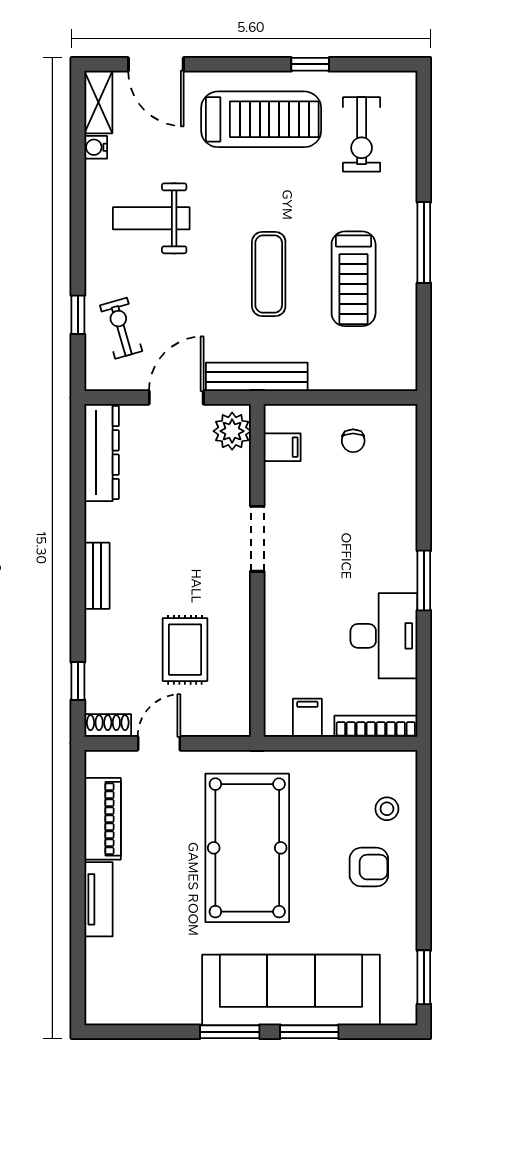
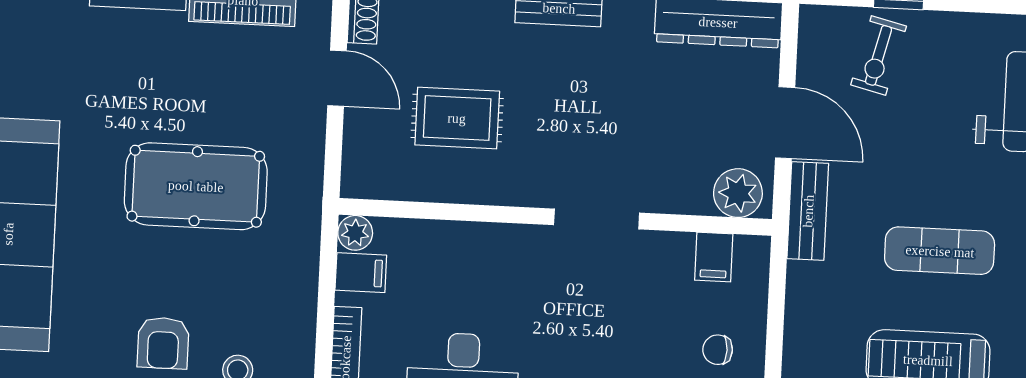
exercise bike: (121, 328) -> (879, 55), turned 120
bench: (257, 377) -> (808, 211), width x0.73
plant: (277, 724) -> (355, 233), added
pool table: (247, 848) -> (196, 186), width x0.73, depth x0.76

